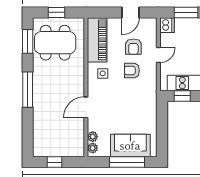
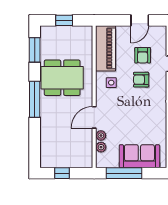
dining table: (55, 43) -> (62, 78), moved
plant: (93, 148) -> (101, 136), moved
window: (127, 162) -> (124, 173), moved

